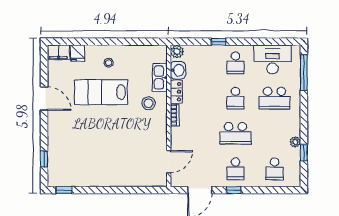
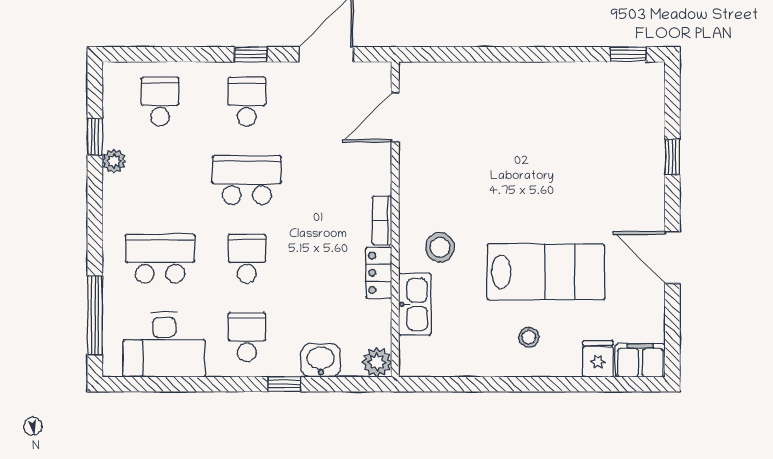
washbasin: (178, 70) -> (321, 360), moved, turned 90
window: (44, 159) -> (672, 157), moved

